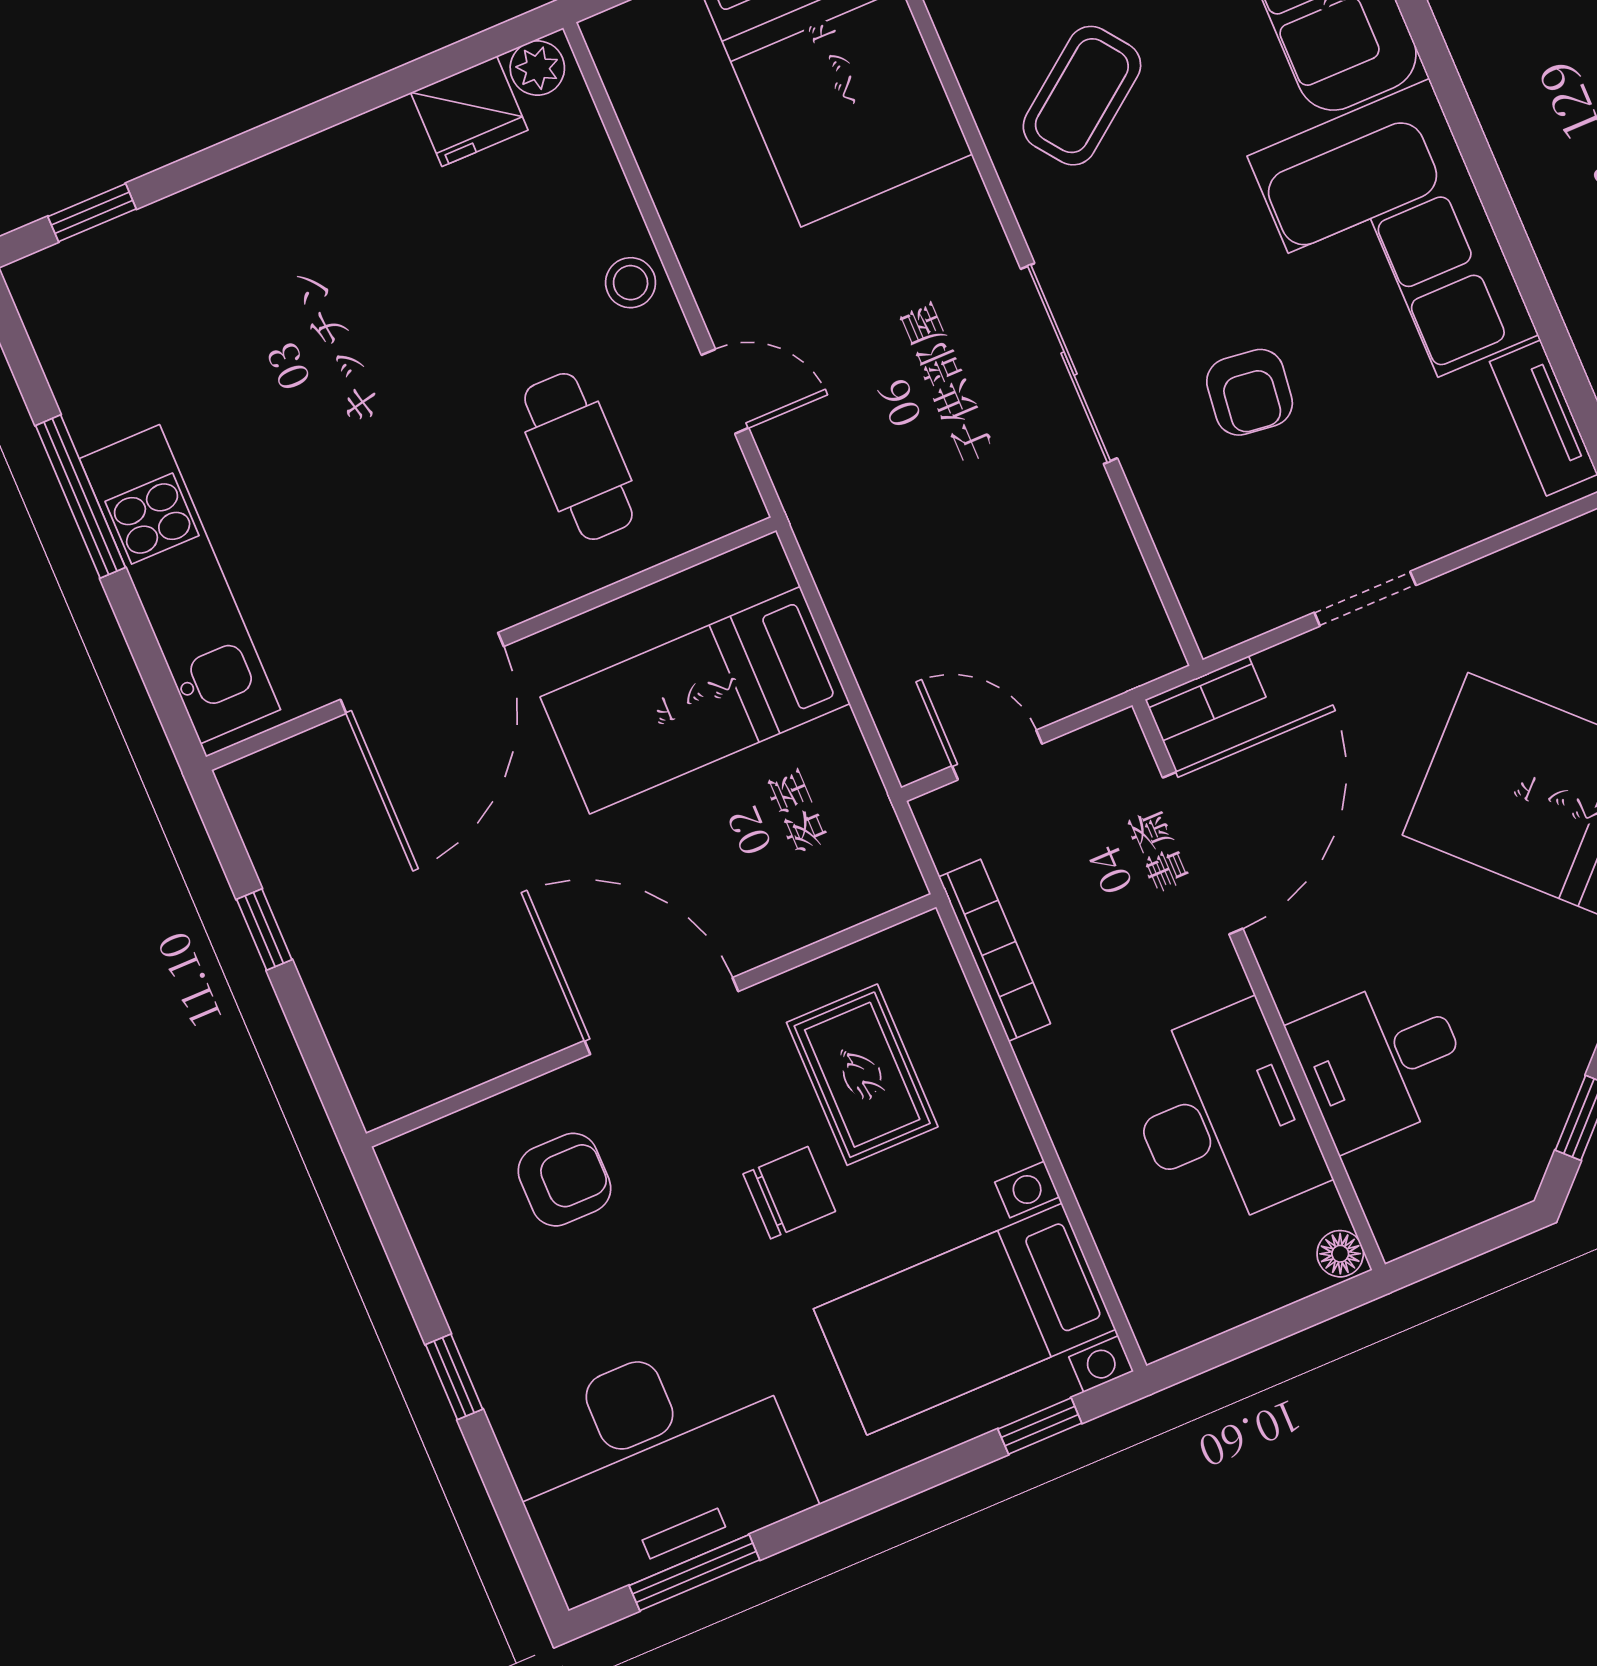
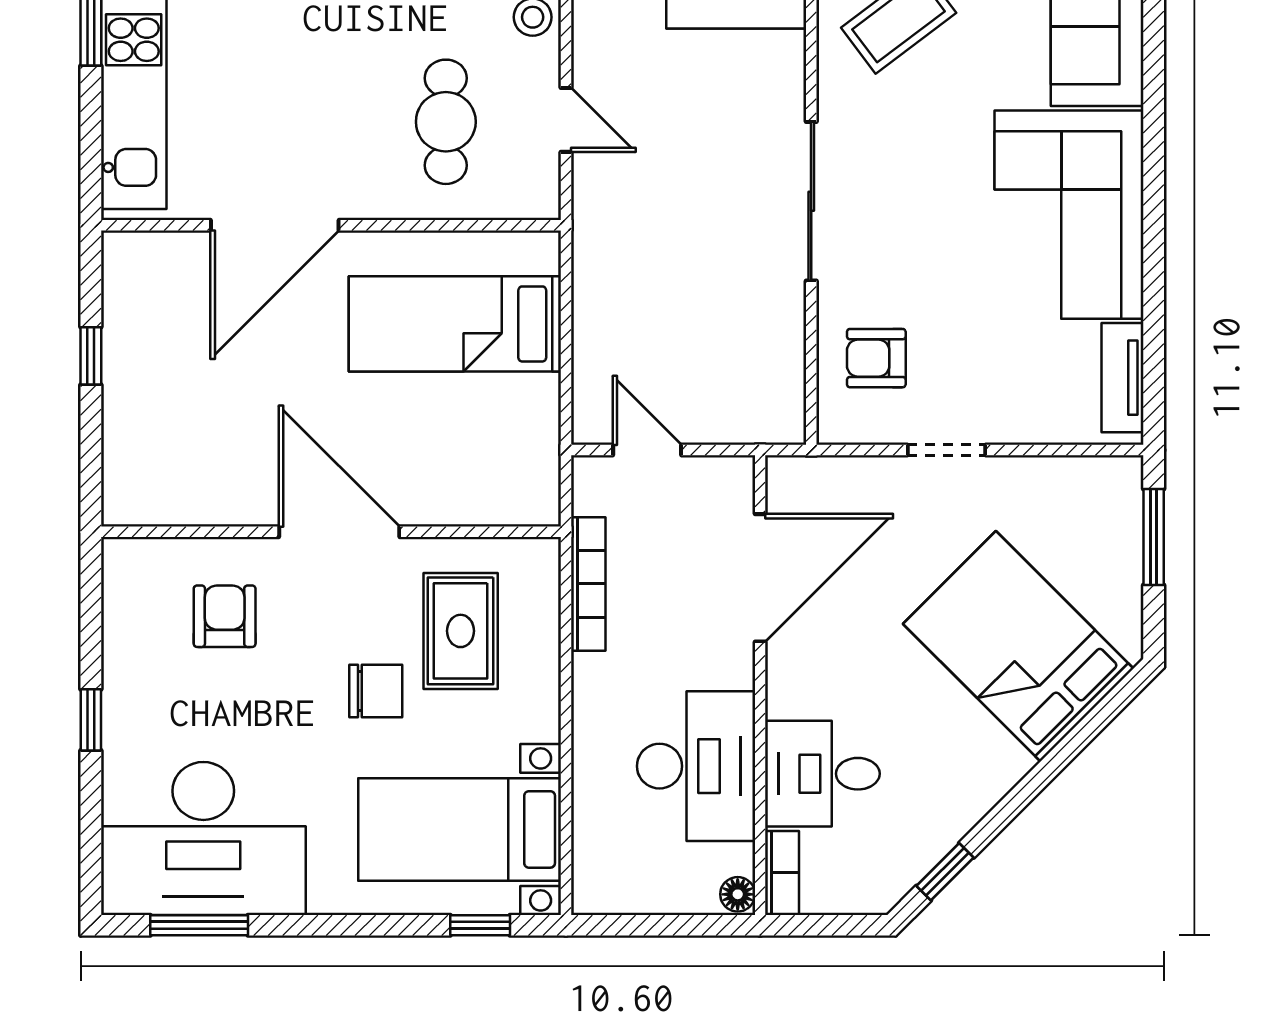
armchair: (1250, 392) -> (876, 358), moved, turned 83
bookcase: (1206, 698) -> (782, 873), moved, turned -90
armchair: (564, 1180) -> (225, 616), turned -90

